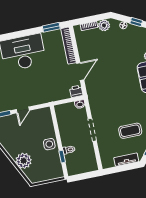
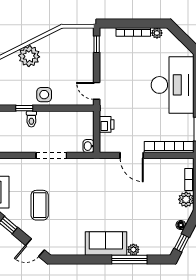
printer: (76, 91) -> (107, 124), moved
door: (23, 110) -> (97, 91), moved

